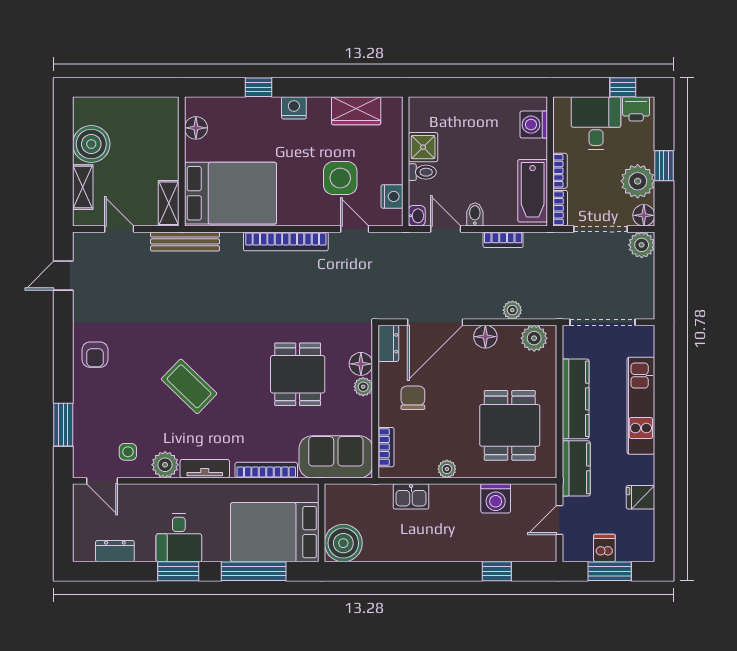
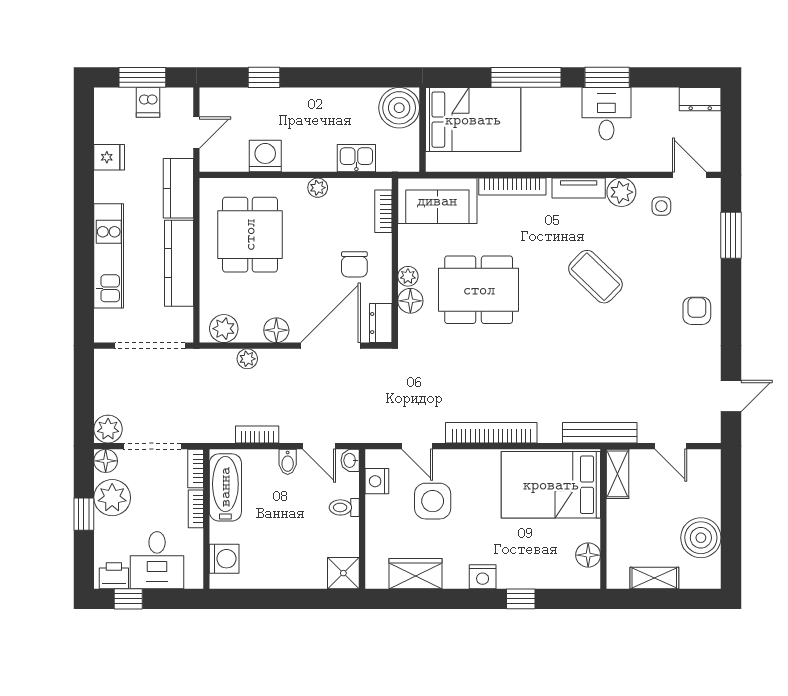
shower: (423, 147) -> (343, 573), moved
shelving: (83, 187) -> (654, 578), moved, turned 90
dining table: (298, 374) -> (479, 290), width x1.38
wall: (322, 523) -> (422, 130), moved
bed: (275, 532) -> (473, 120), moved
boiler: (343, 543) -> (399, 108), moved
dresser: (115, 551) -> (700, 99), moved

